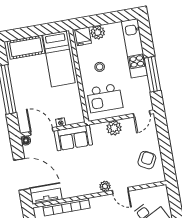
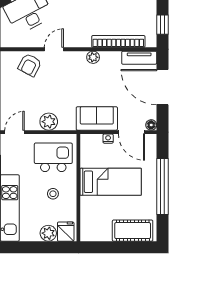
bed: (59, 59) -> (111, 182), moved, turned 90
armchair: (147, 160) -> (30, 65), moved
plant: (105, 186) -> (93, 57), moved
door: (120, 191) -> (54, 49), hinge flipped

